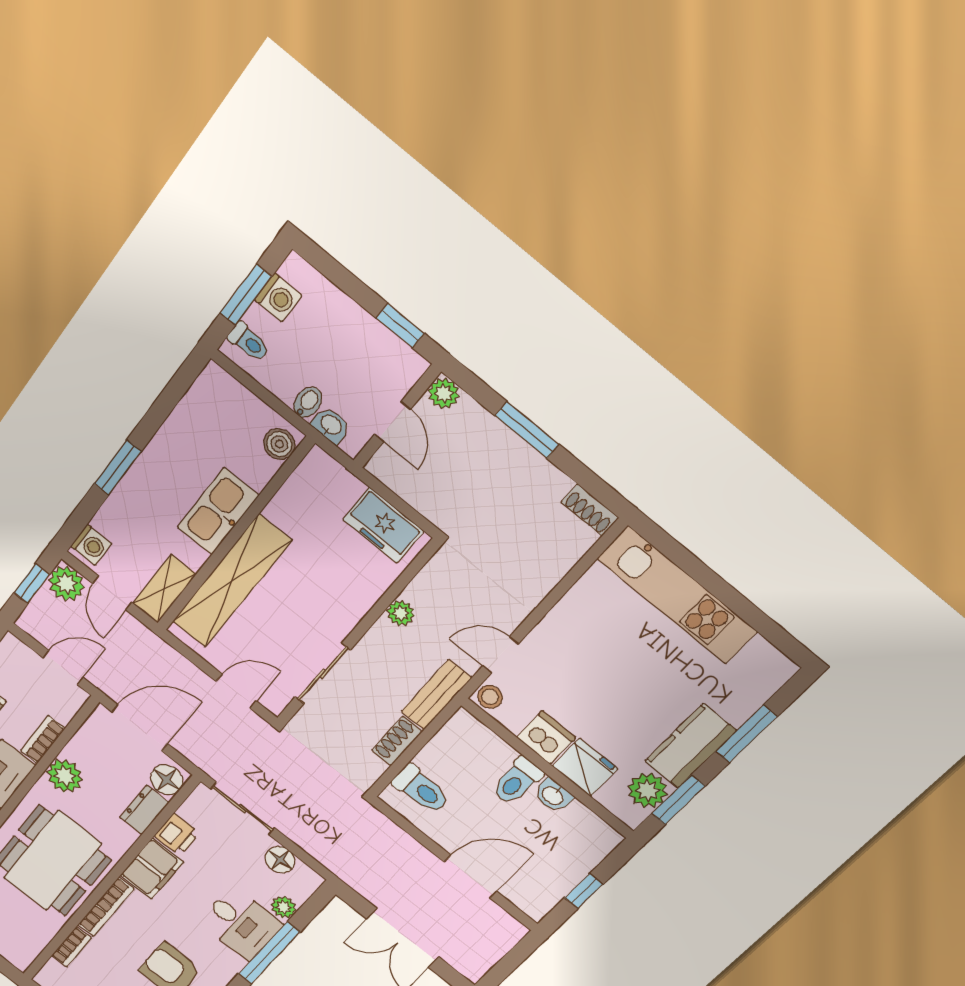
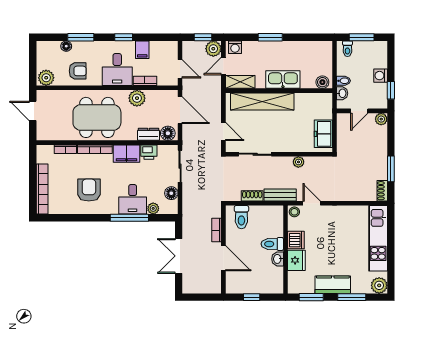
washing machine: (278, 297) -> (381, 76), moved, turned 90
window: (527, 430) -> (391, 169), moved
plant: (648, 790) -> (379, 285), moved
bookcase: (409, 846) -> (216, 230), added

